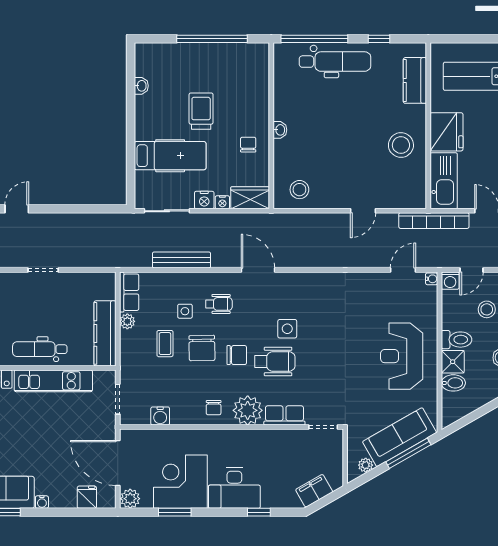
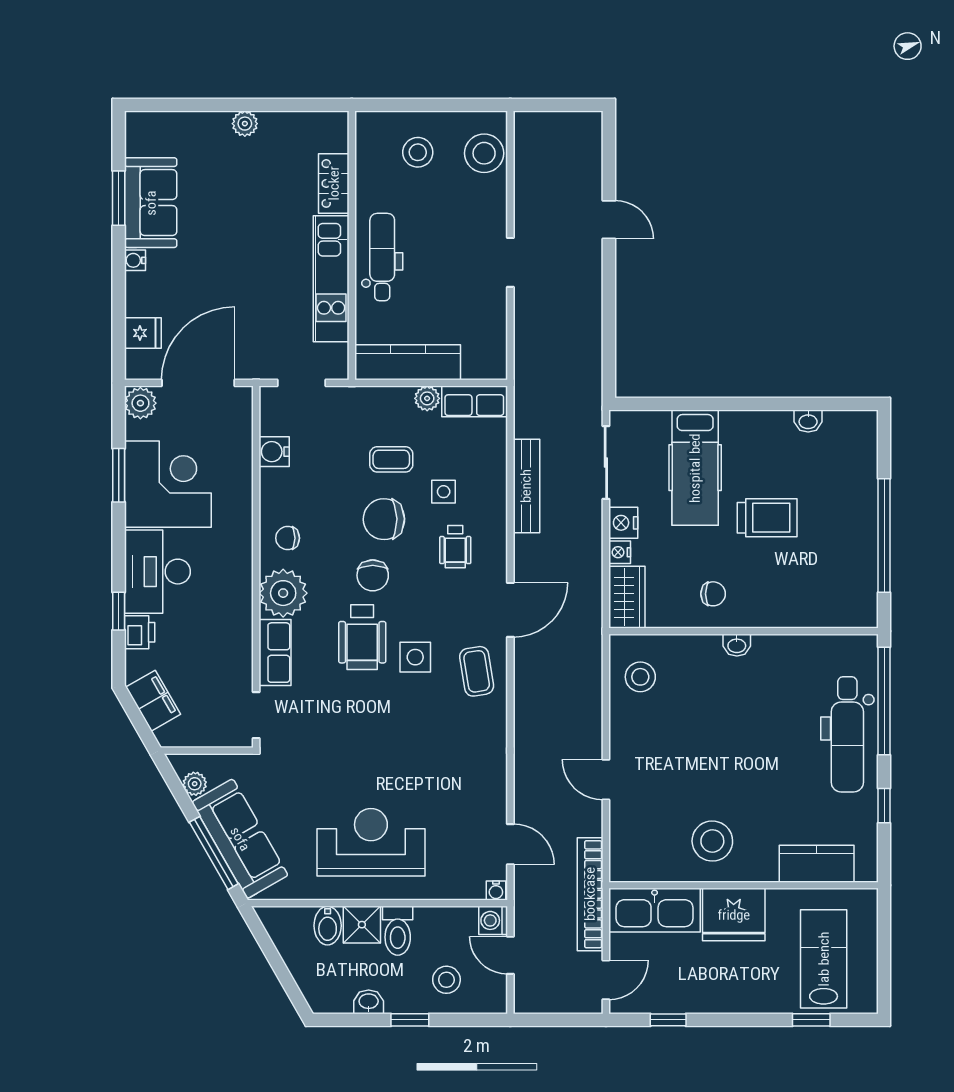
coffee table: (296, 291) -> (477, 671), added
printer: (272, 499) -> (140, 632), added

